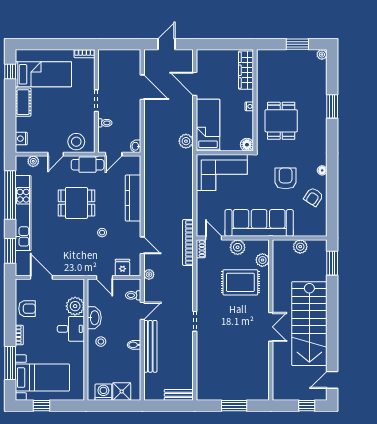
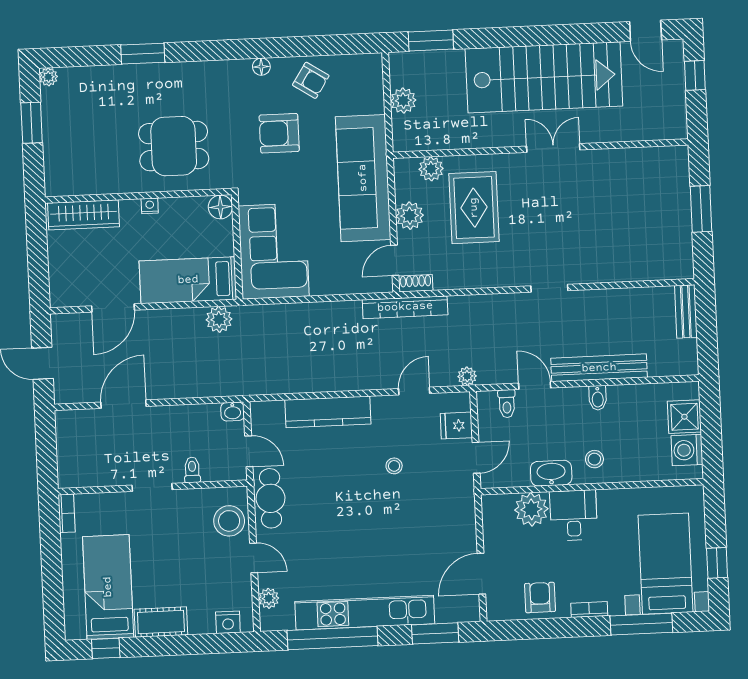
dining table: (76, 203) -> (342, 516), removed

